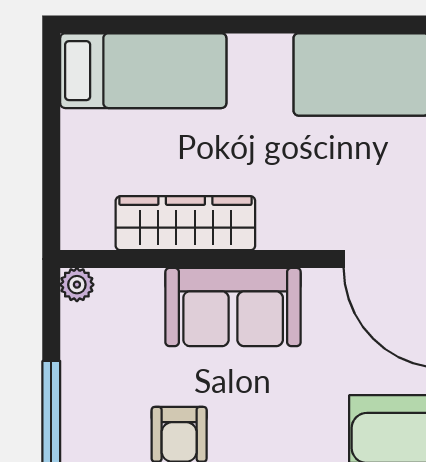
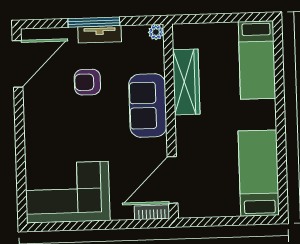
tv unit: (78, 405) -> (100, 34), added

